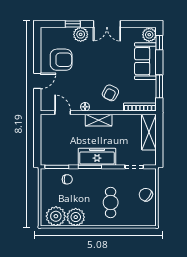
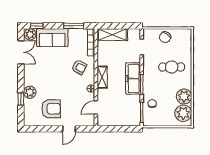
double door: (107, 24) -> (21, 52), moved
armchair: (61, 60) -> (51, 109), turned 90
door: (37, 81) -> (69, 129), swing flipped

